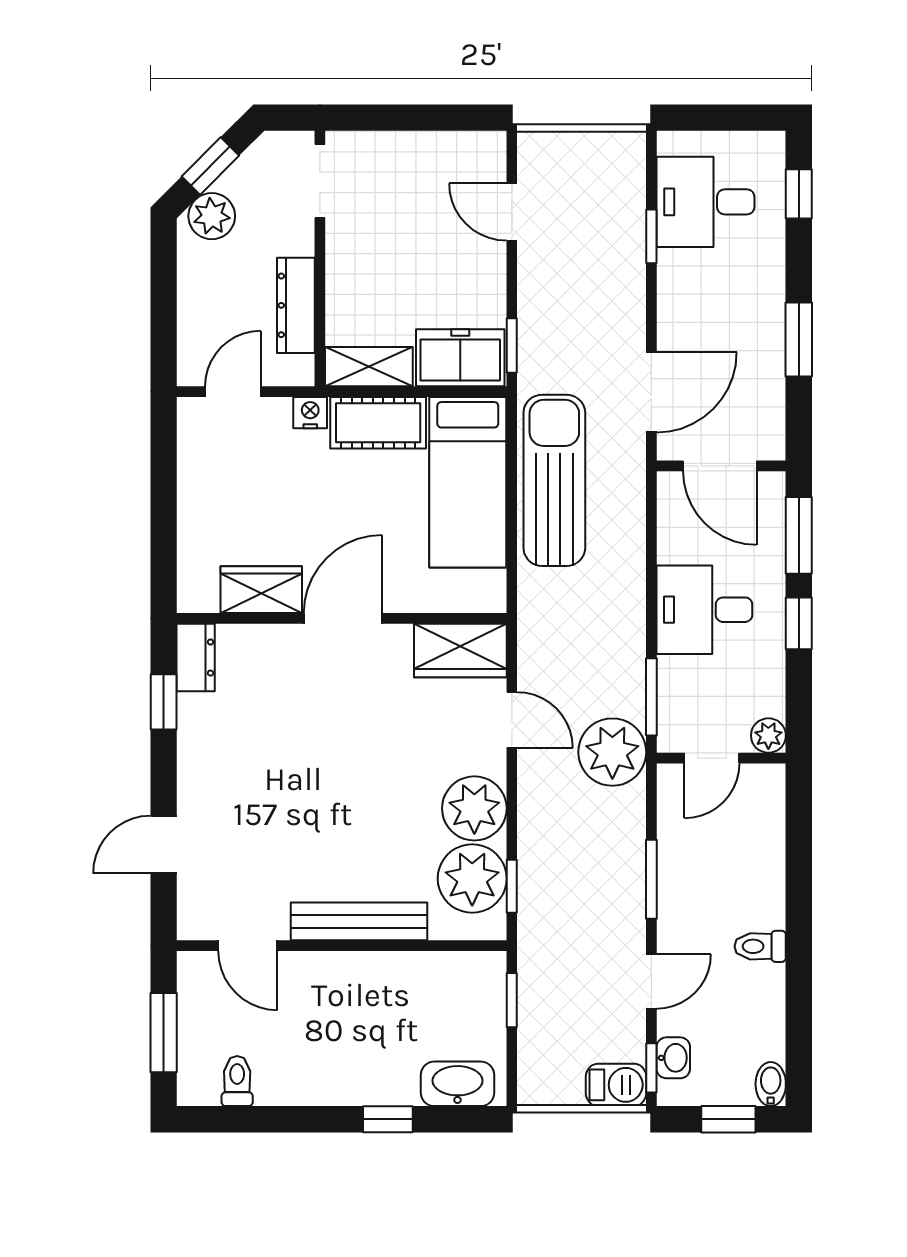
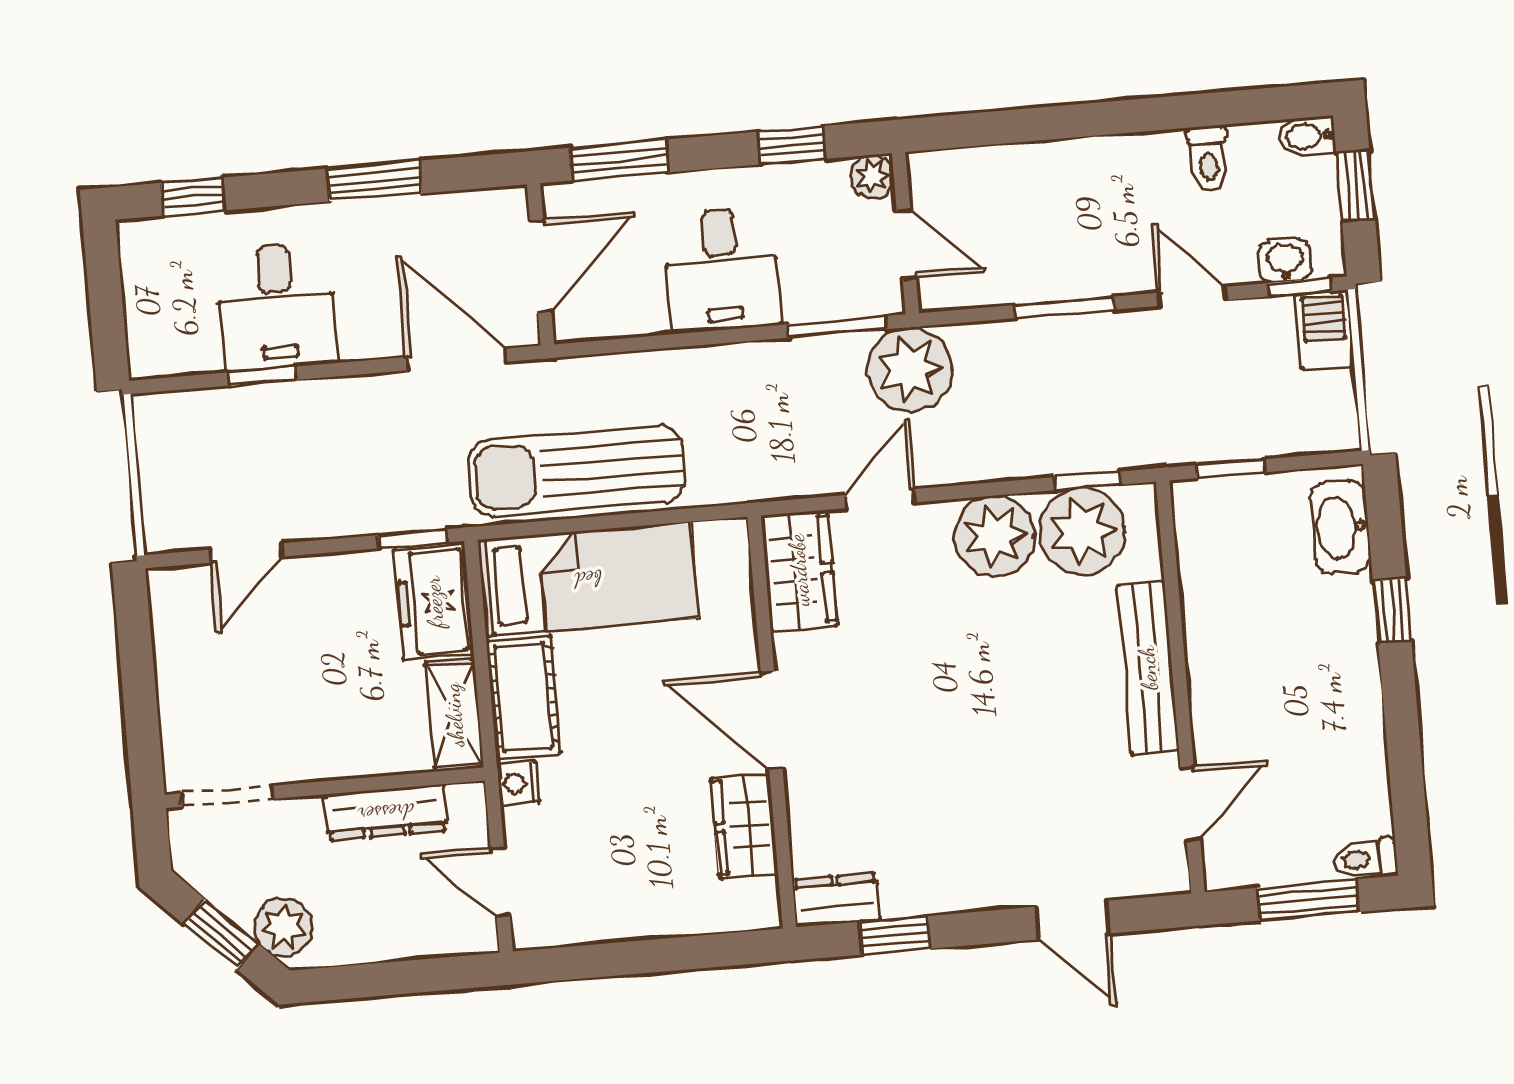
desk: (705, 202) -> (277, 307), moved
window: (799, 623) -> (792, 145), moved
toilet: (760, 946) -> (1208, 158), moved
toilet: (237, 1081) -> (1365, 859), moved

